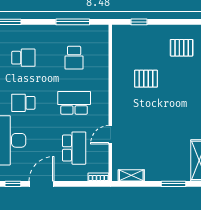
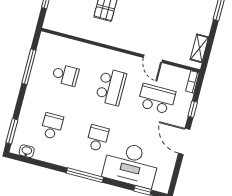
school desk: (23, 103) -> (98, 138), turned 180
school desk: (74, 103) -> (111, 87), turned 180
window: (13, 184) -> (193, 109), moved

